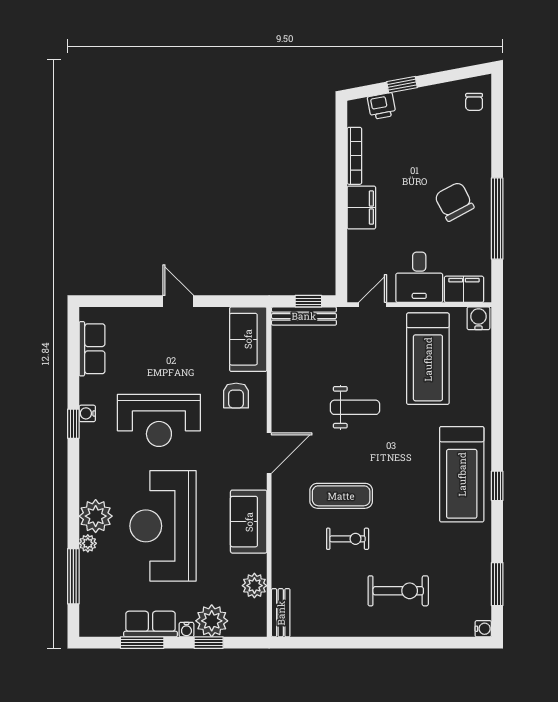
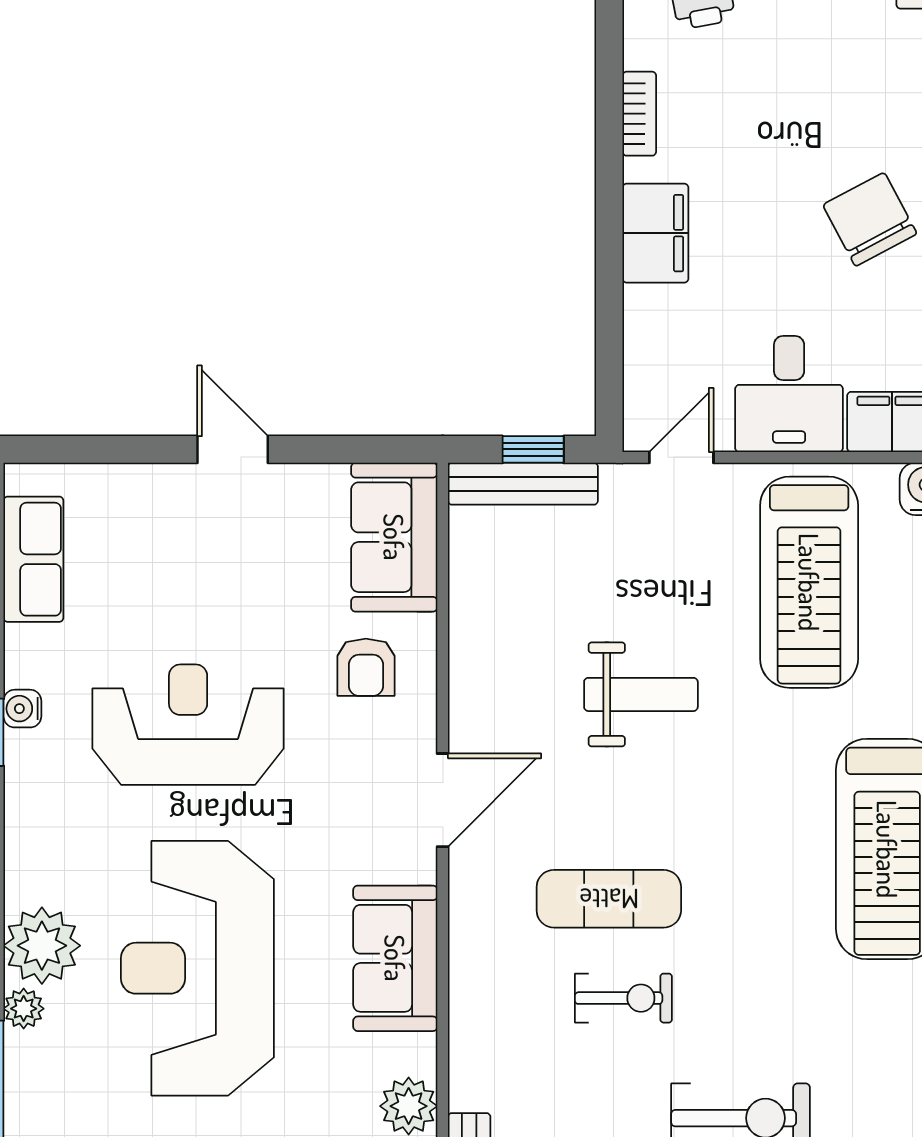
bookcase: (354, 156) -> (639, 114), width x0.64
reception desk: (159, 420) -> (188, 725), turned 180

